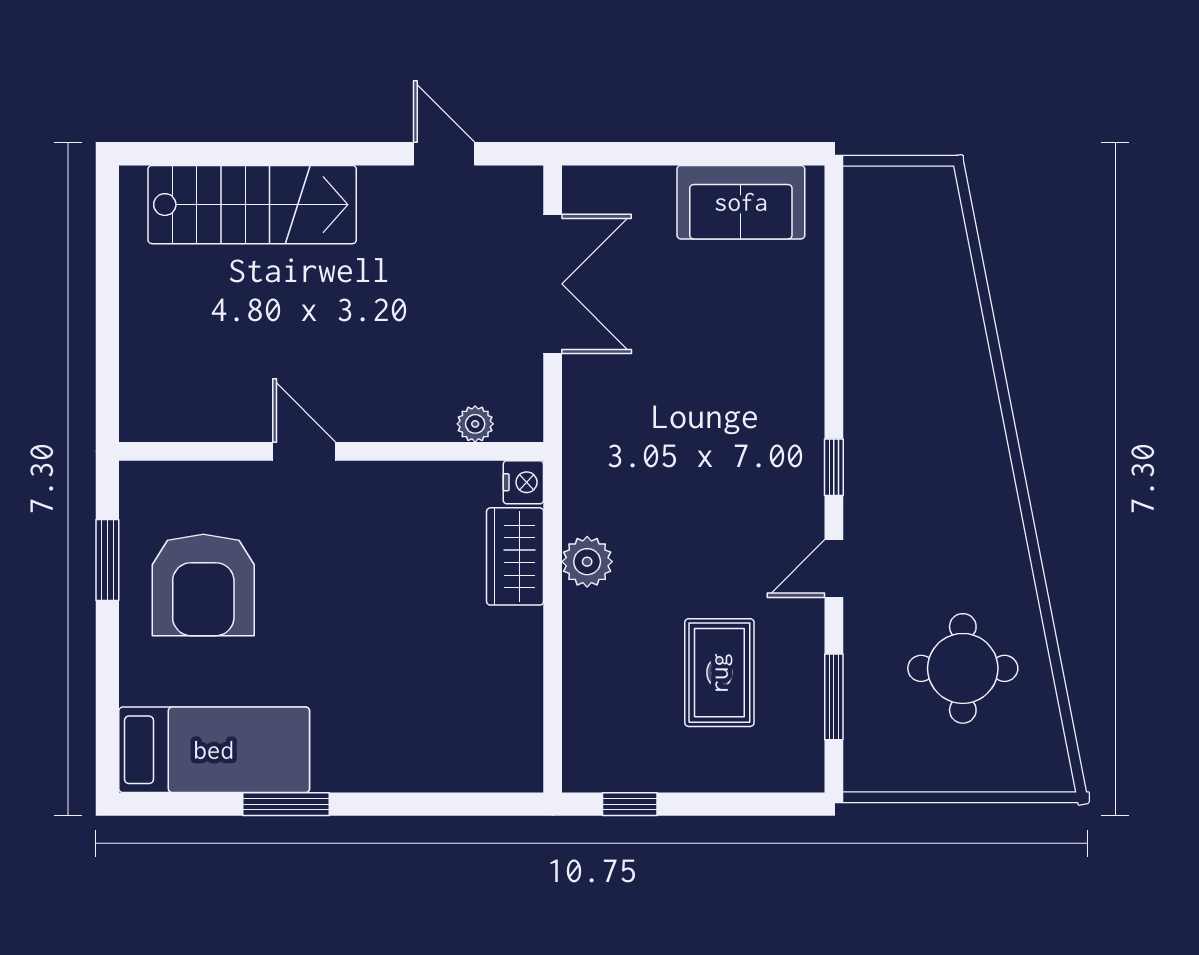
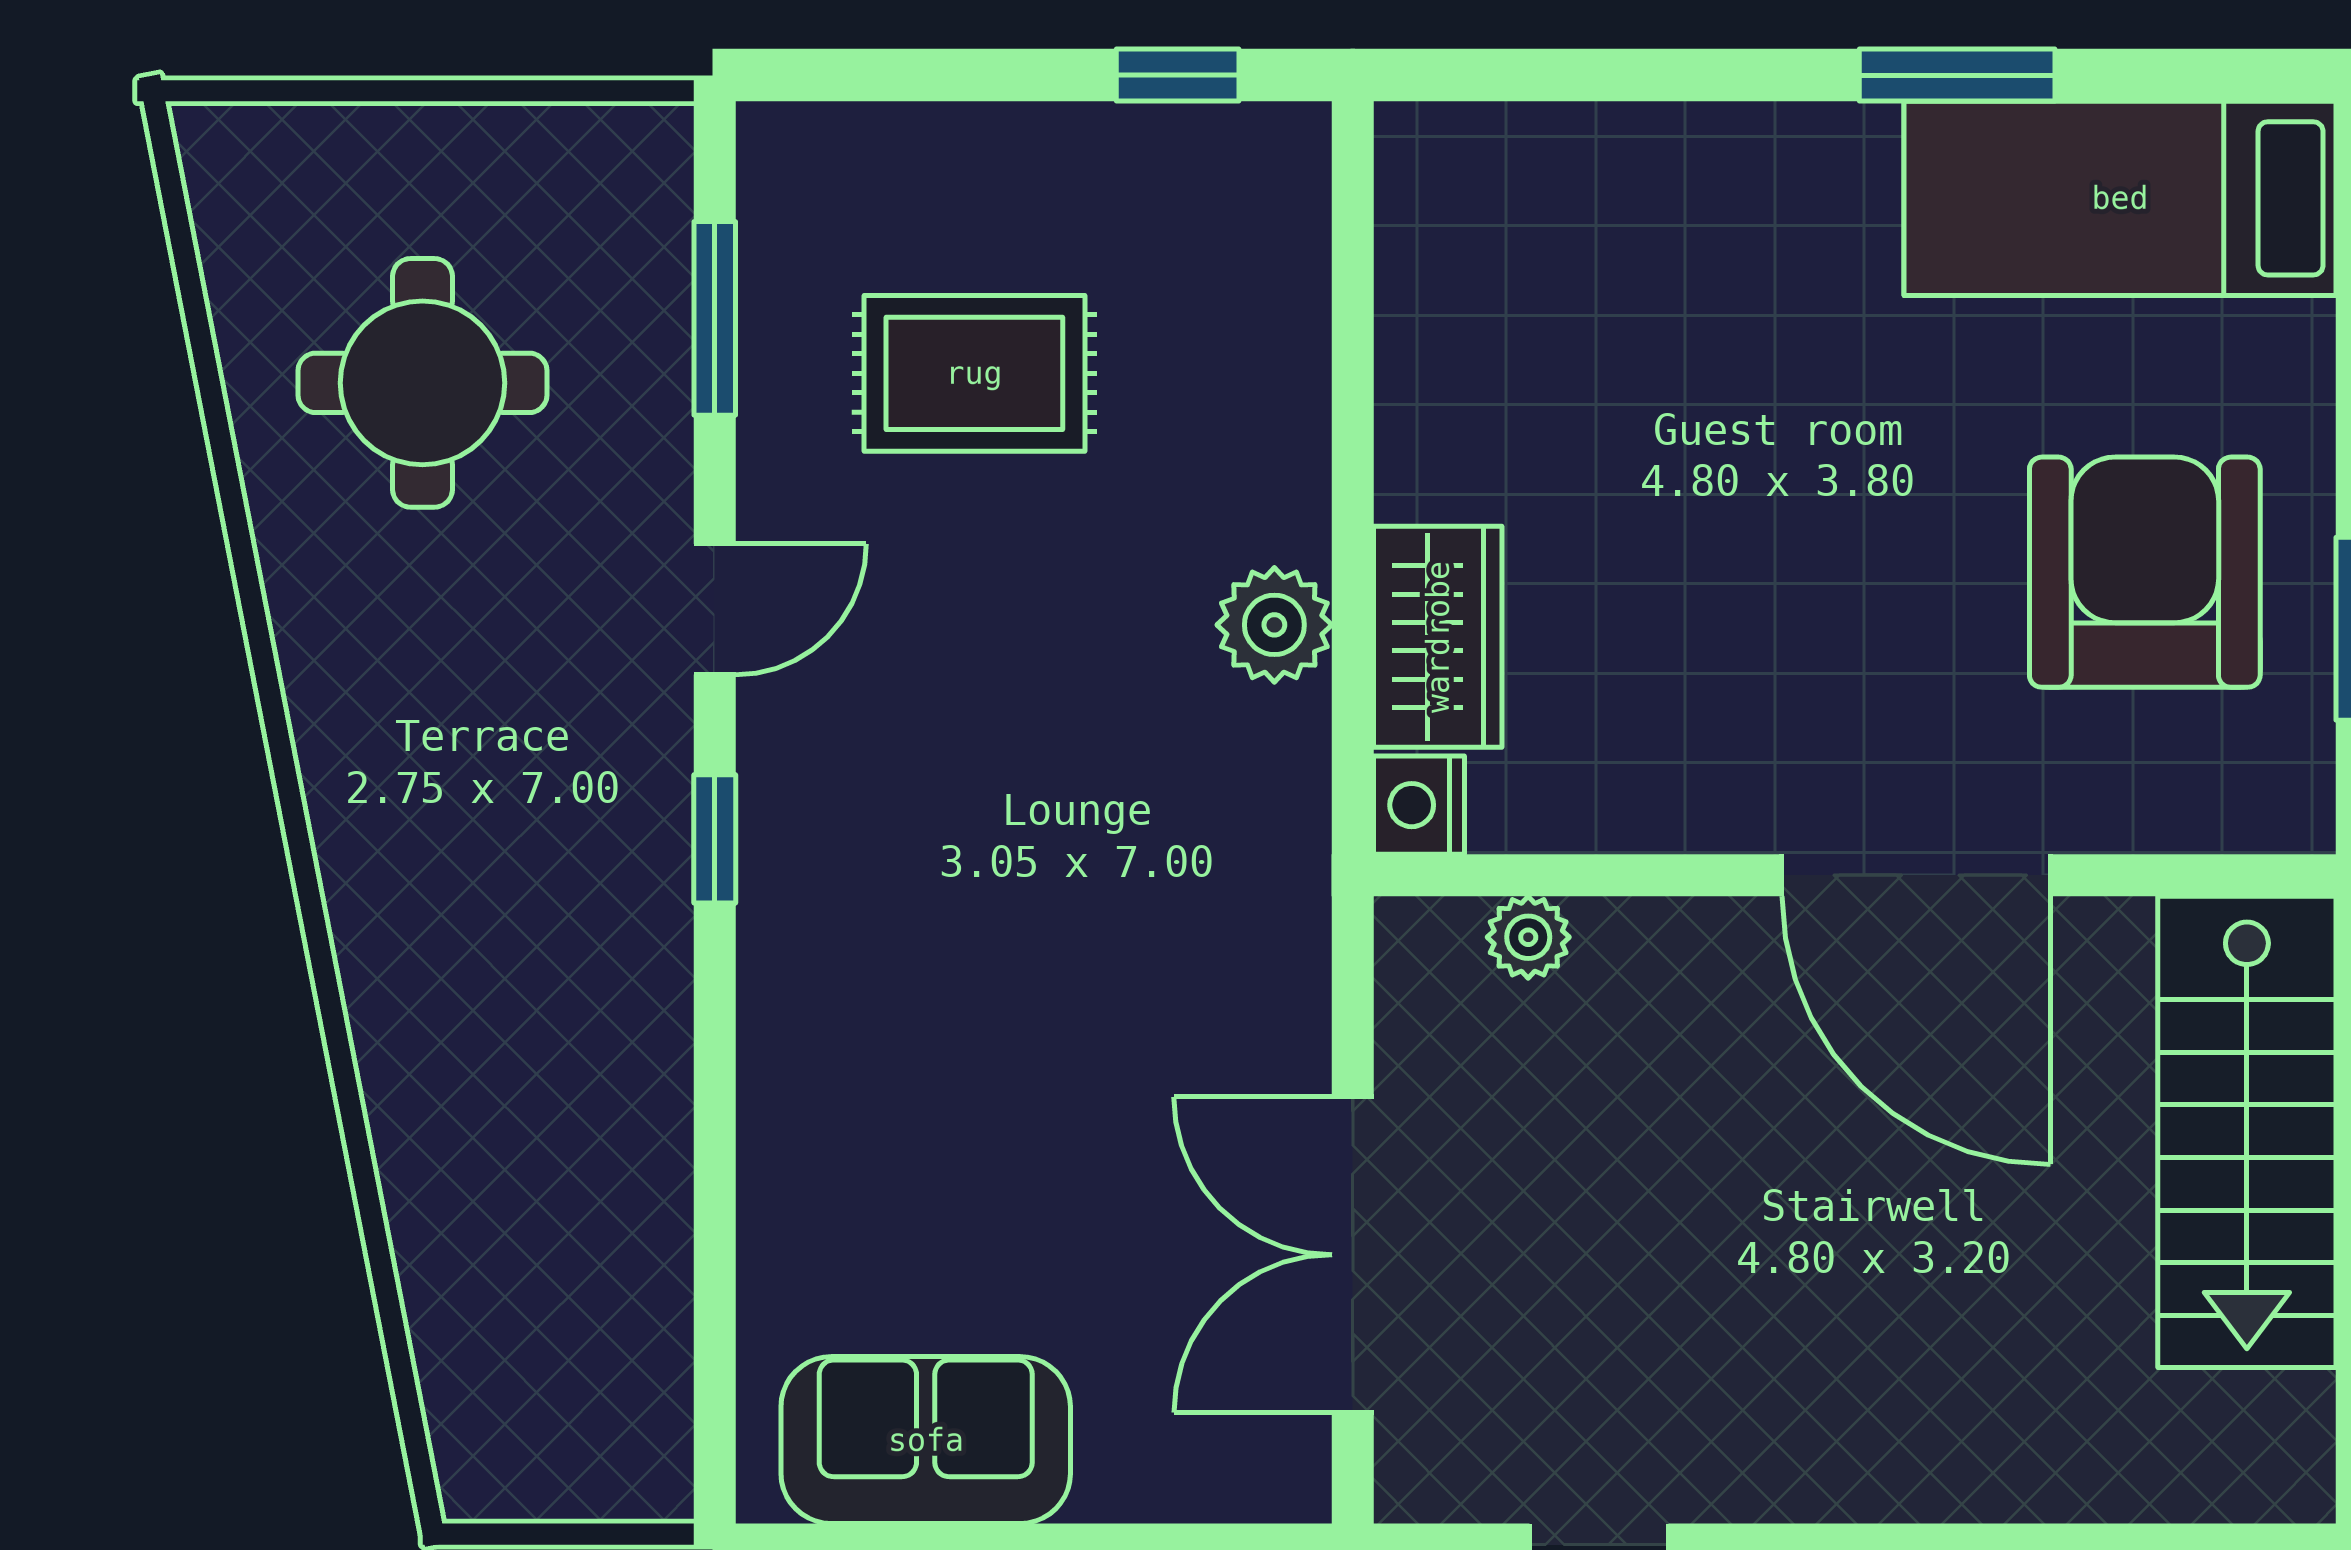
stairs: (252, 205) -> (2247, 1132), moved, turned -90
door: (304, 451) -> (1916, 875), width x1.88
rug: (719, 673) -> (974, 373), turned 90

